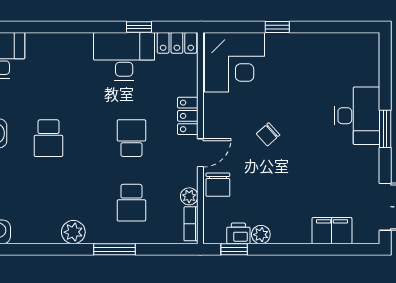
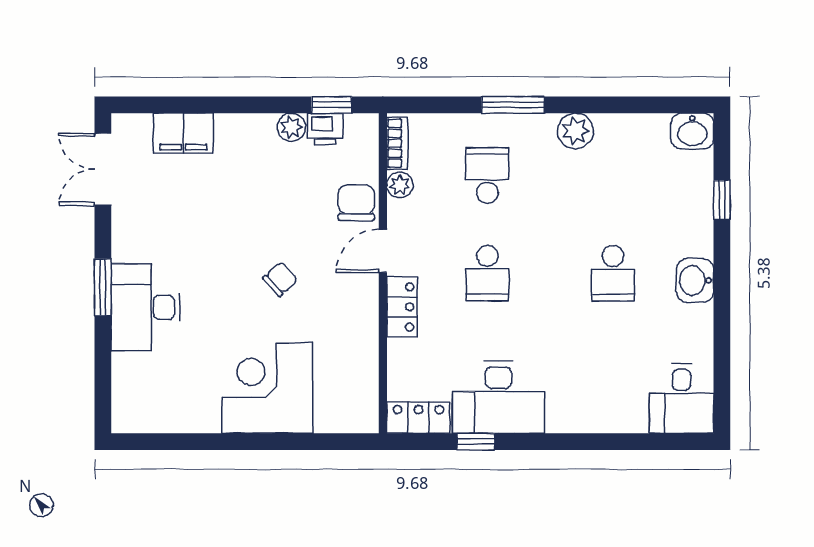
window: (277, 27) -> (266, 442), removed
corner desk: (234, 62) -> (267, 388), moved
school desk: (48, 138) -> (613, 273), turned 180

